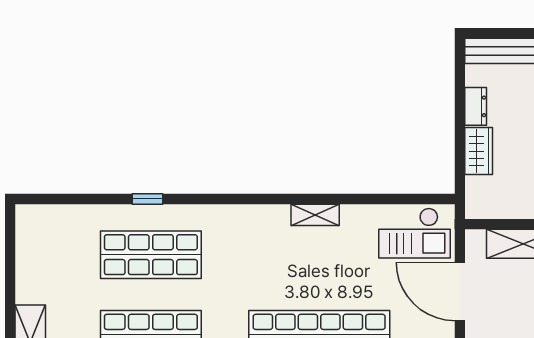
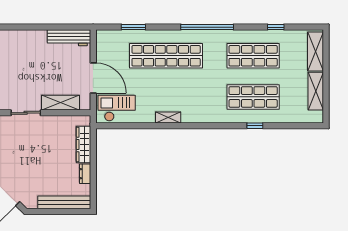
wardrobe: (479, 151) -> (84, 145), width x1.50
shelving: (30, 266) -> (316, 91), added

